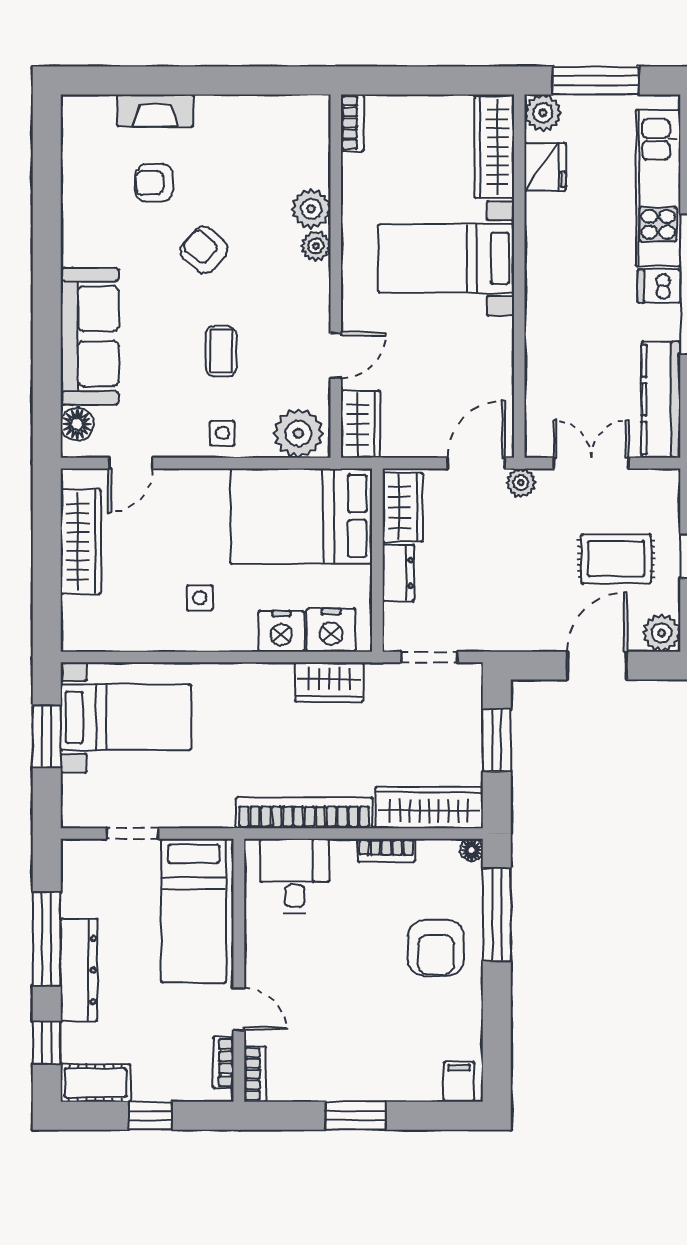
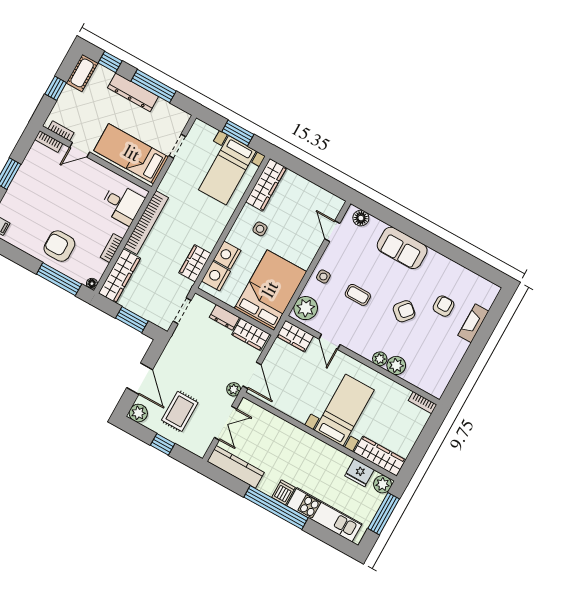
sofa: (90, 336) -> (402, 248), width x0.73
wardrobe: (81, 542) -> (266, 185), moved, turned -90

